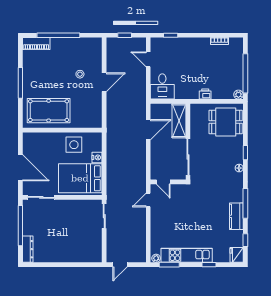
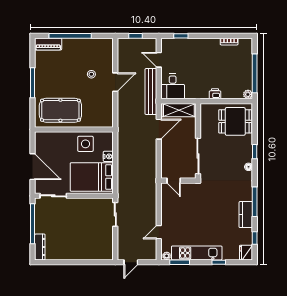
bench: (140, 92) -> (151, 92), added
shelving: (179, 121) -> (179, 110), moved, turned 90
door: (148, 200) -> (159, 232), moved

